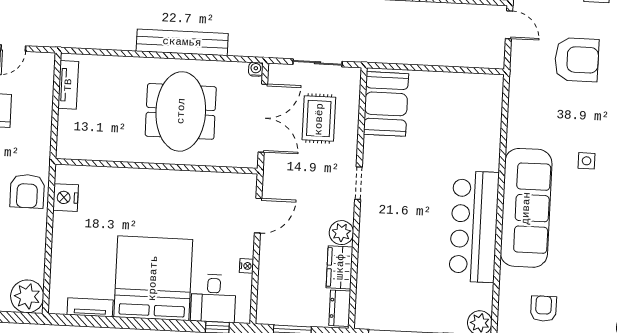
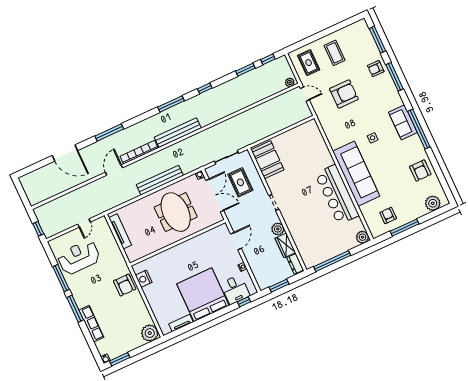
tv unit: (68, 85) -> (120, 231), width x1.41

